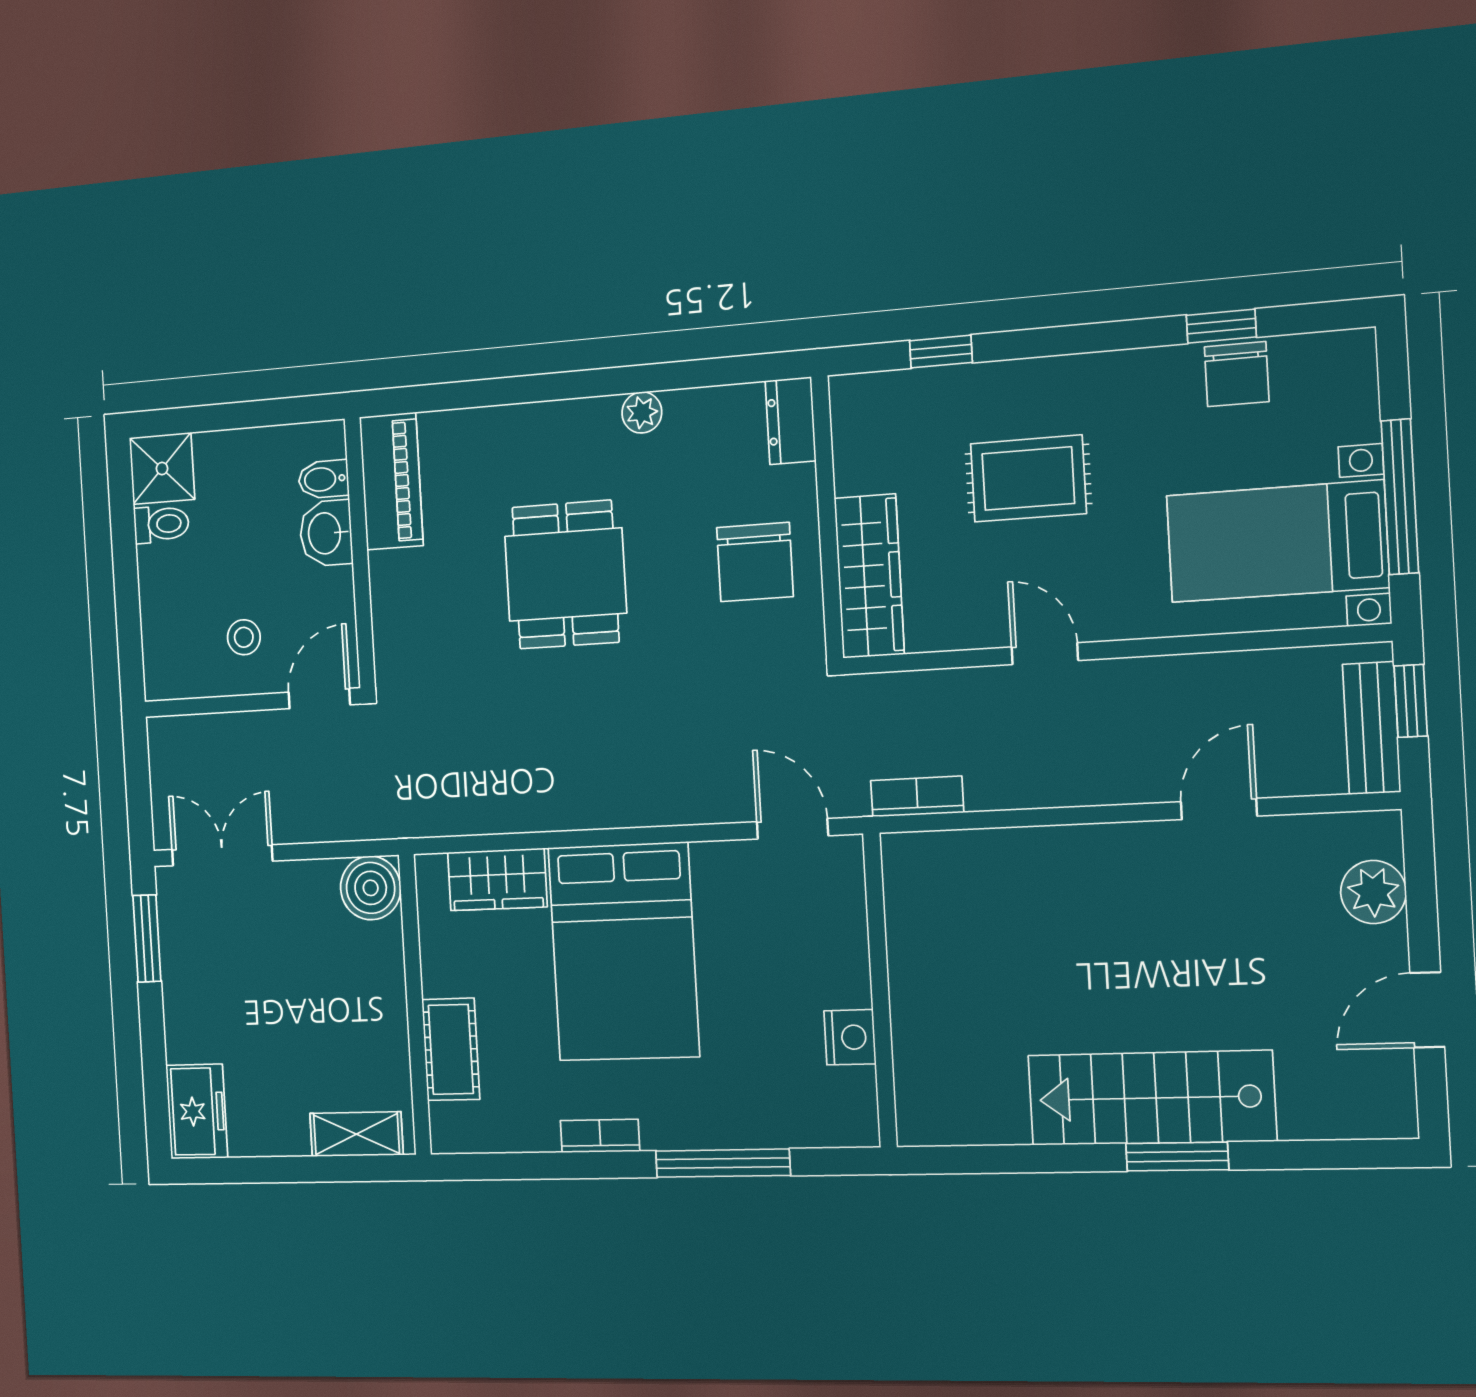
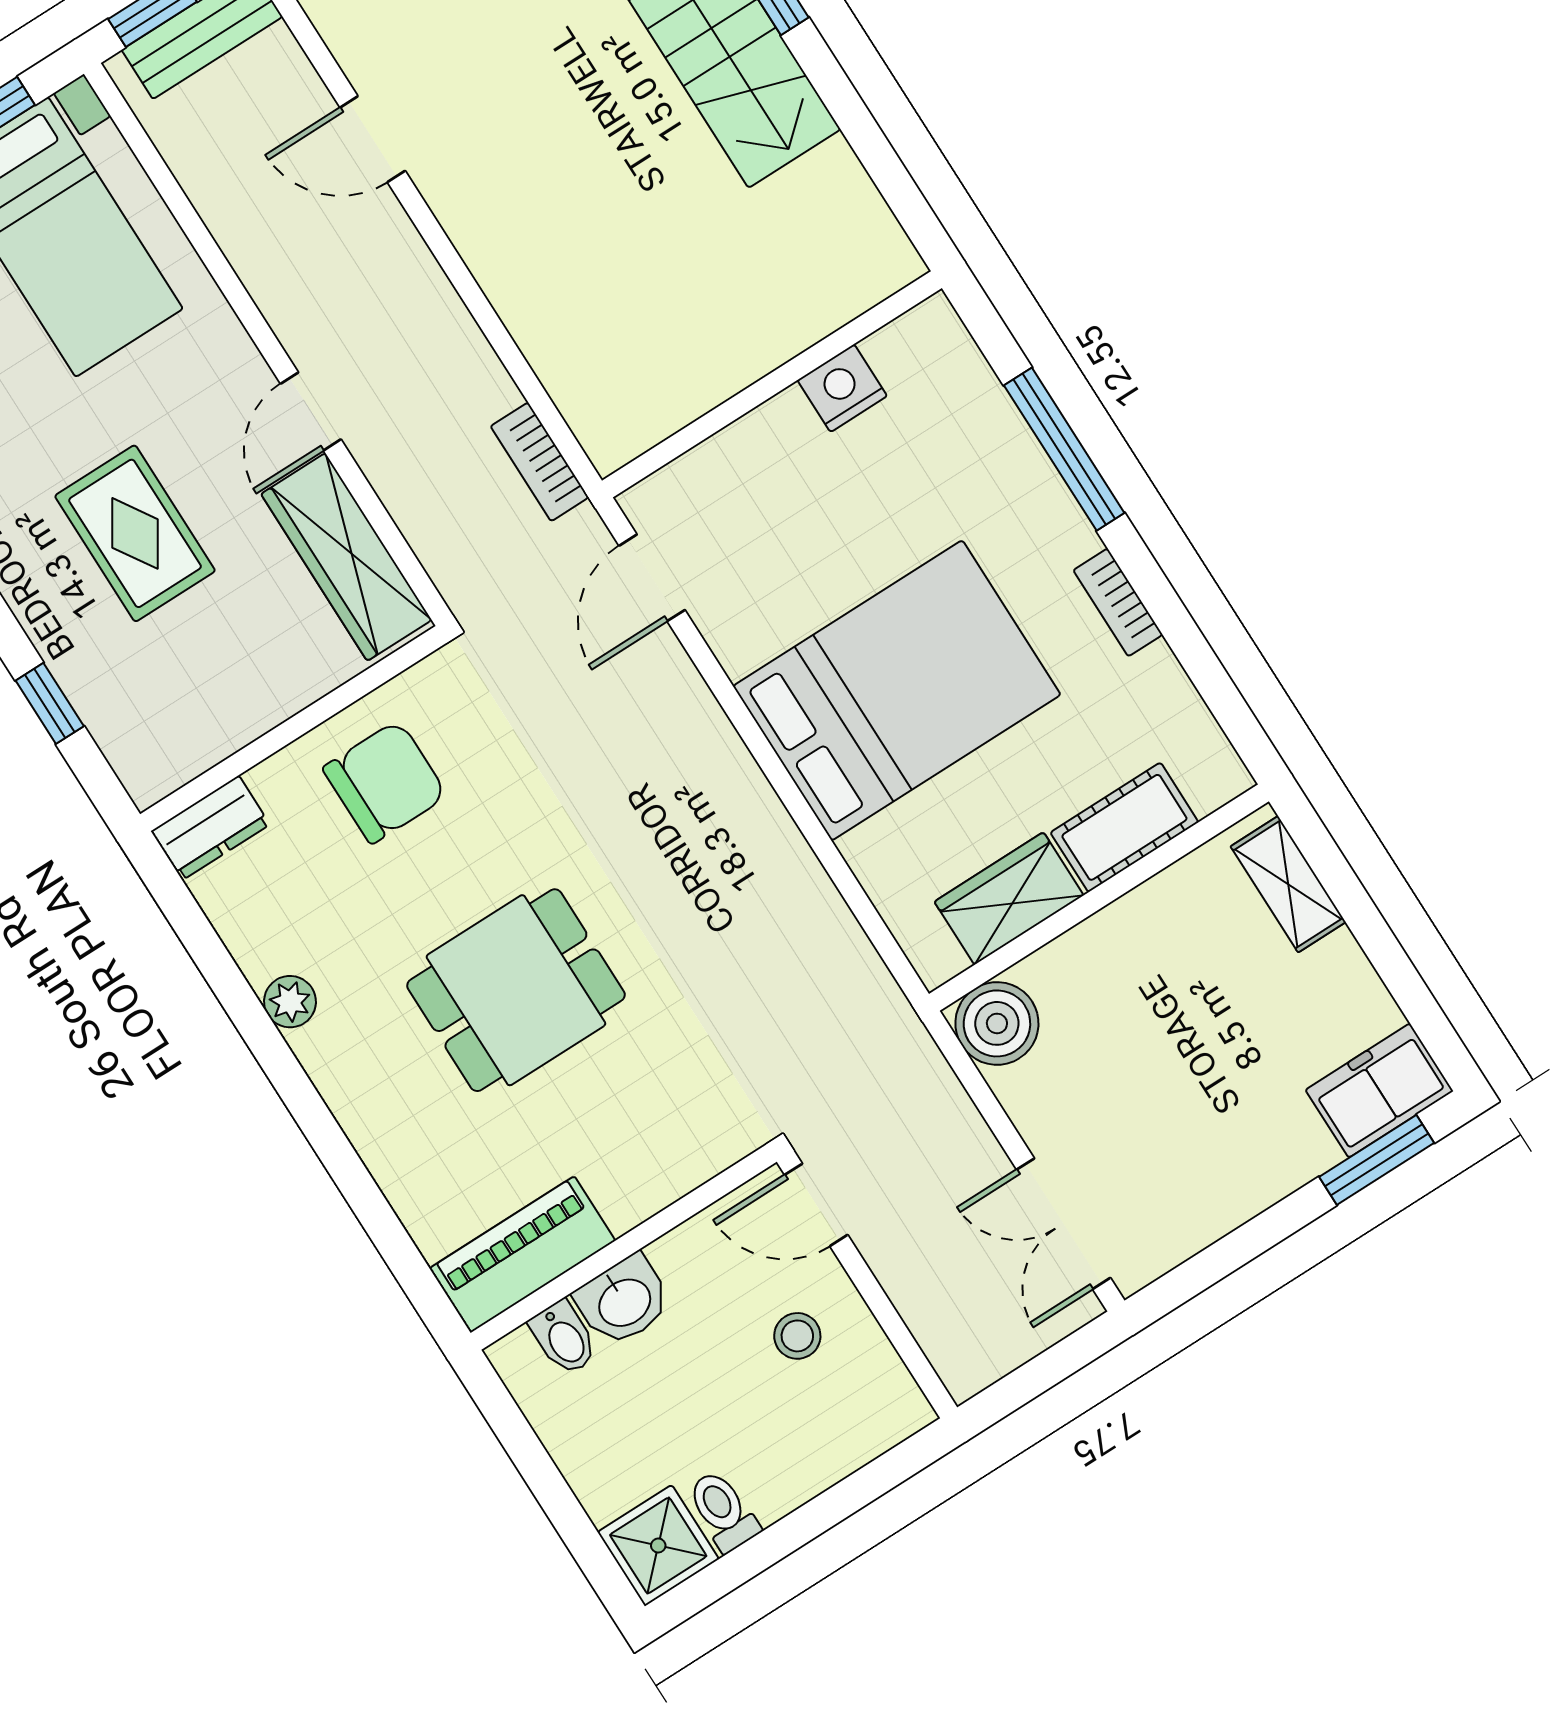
wardrobe: (869, 576) -> (346, 557), moved, turned -90
wardrobe: (497, 880) -> (1009, 898), moved, turned -90
window: (147, 938) -> (1377, 1160), moved

